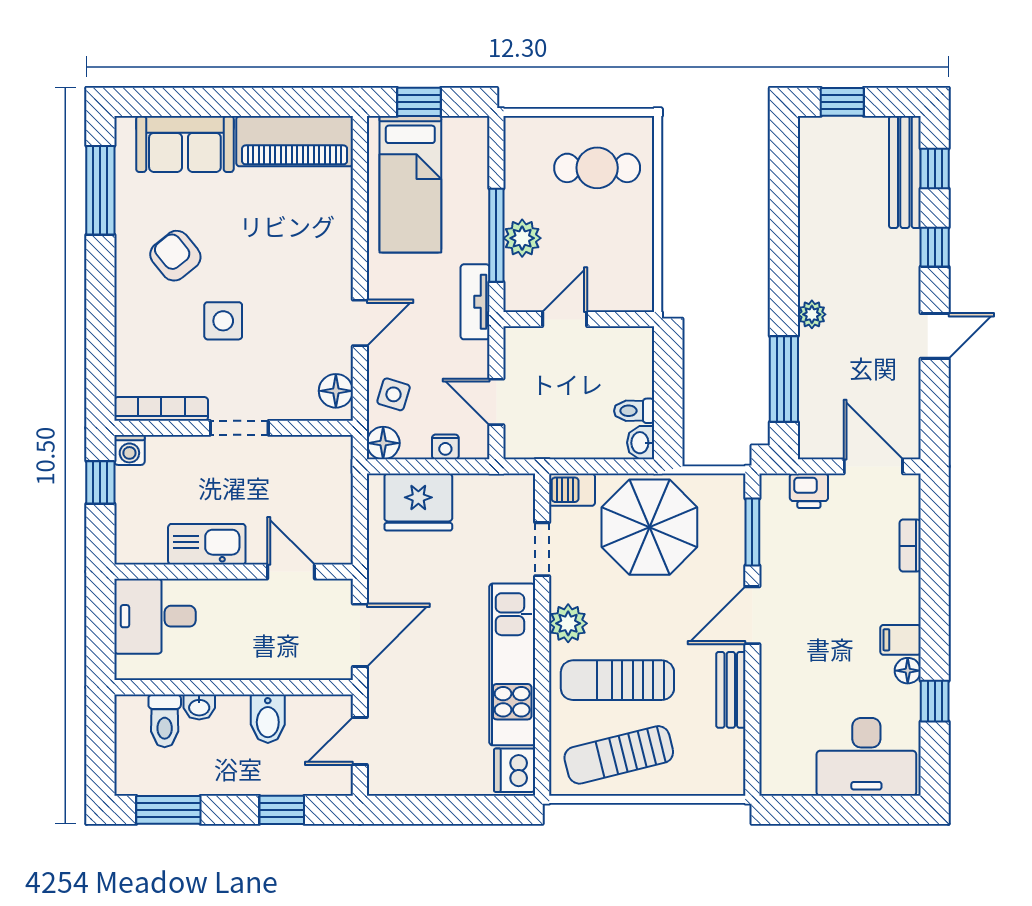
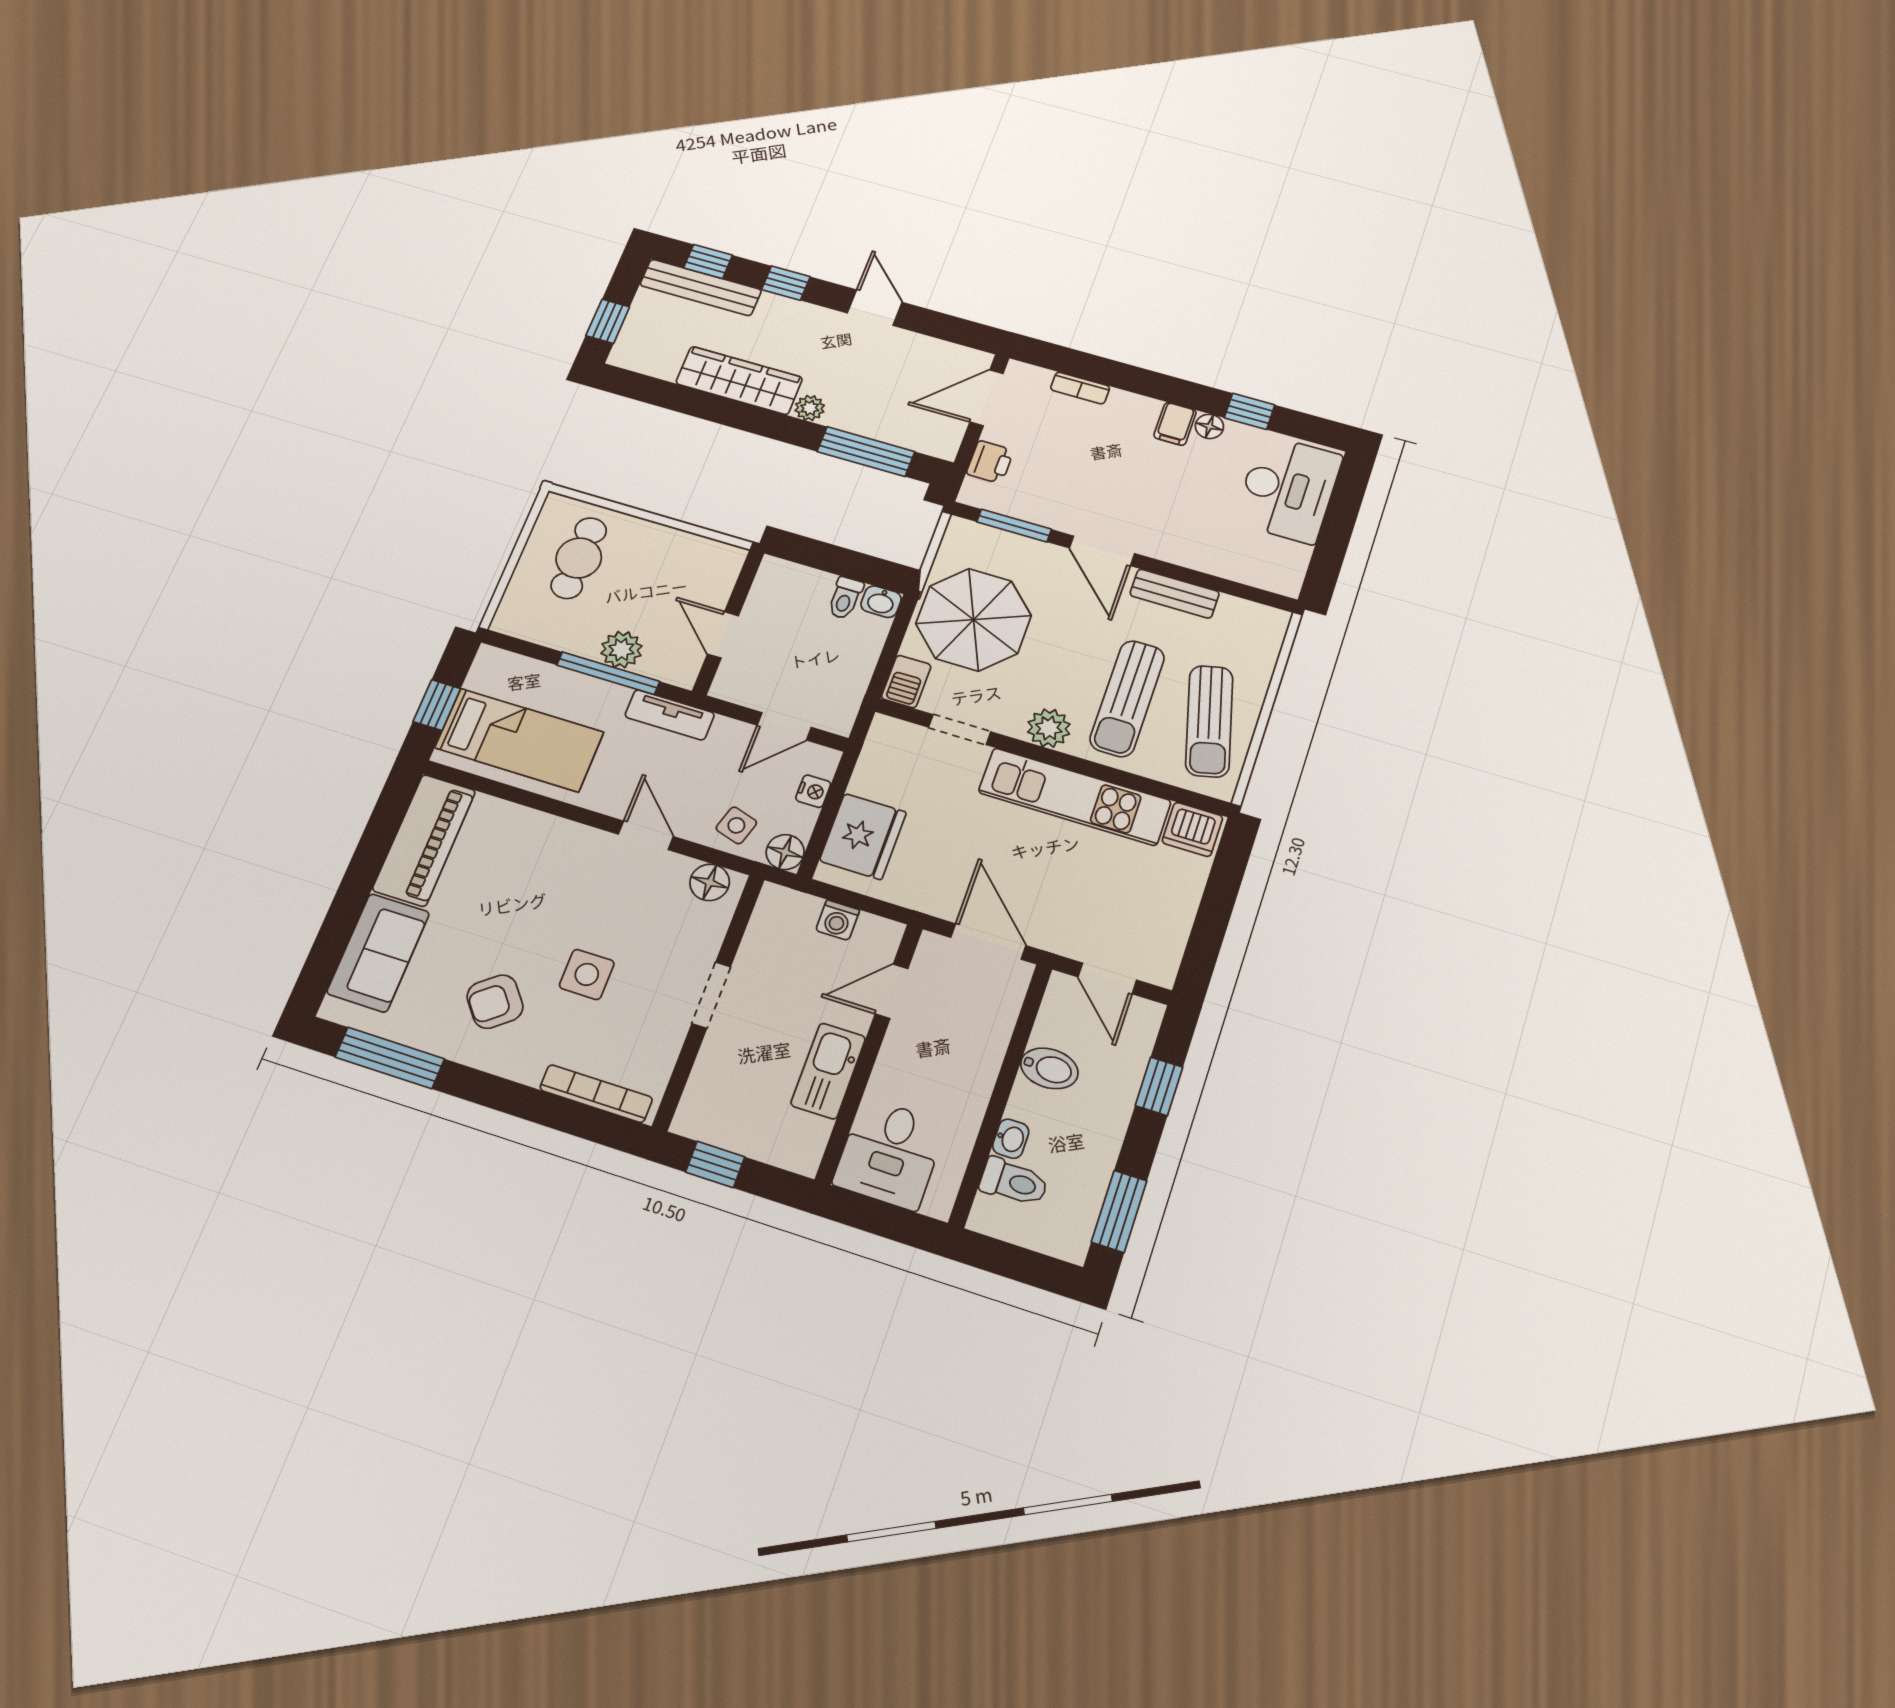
wardrobe: (819, 242) -> (739, 381), added
bookcase: (161, 409) -> (596, 1094), moved, turned 90
washing machine: (129, 450) -> (838, 920), moved, turned 90

